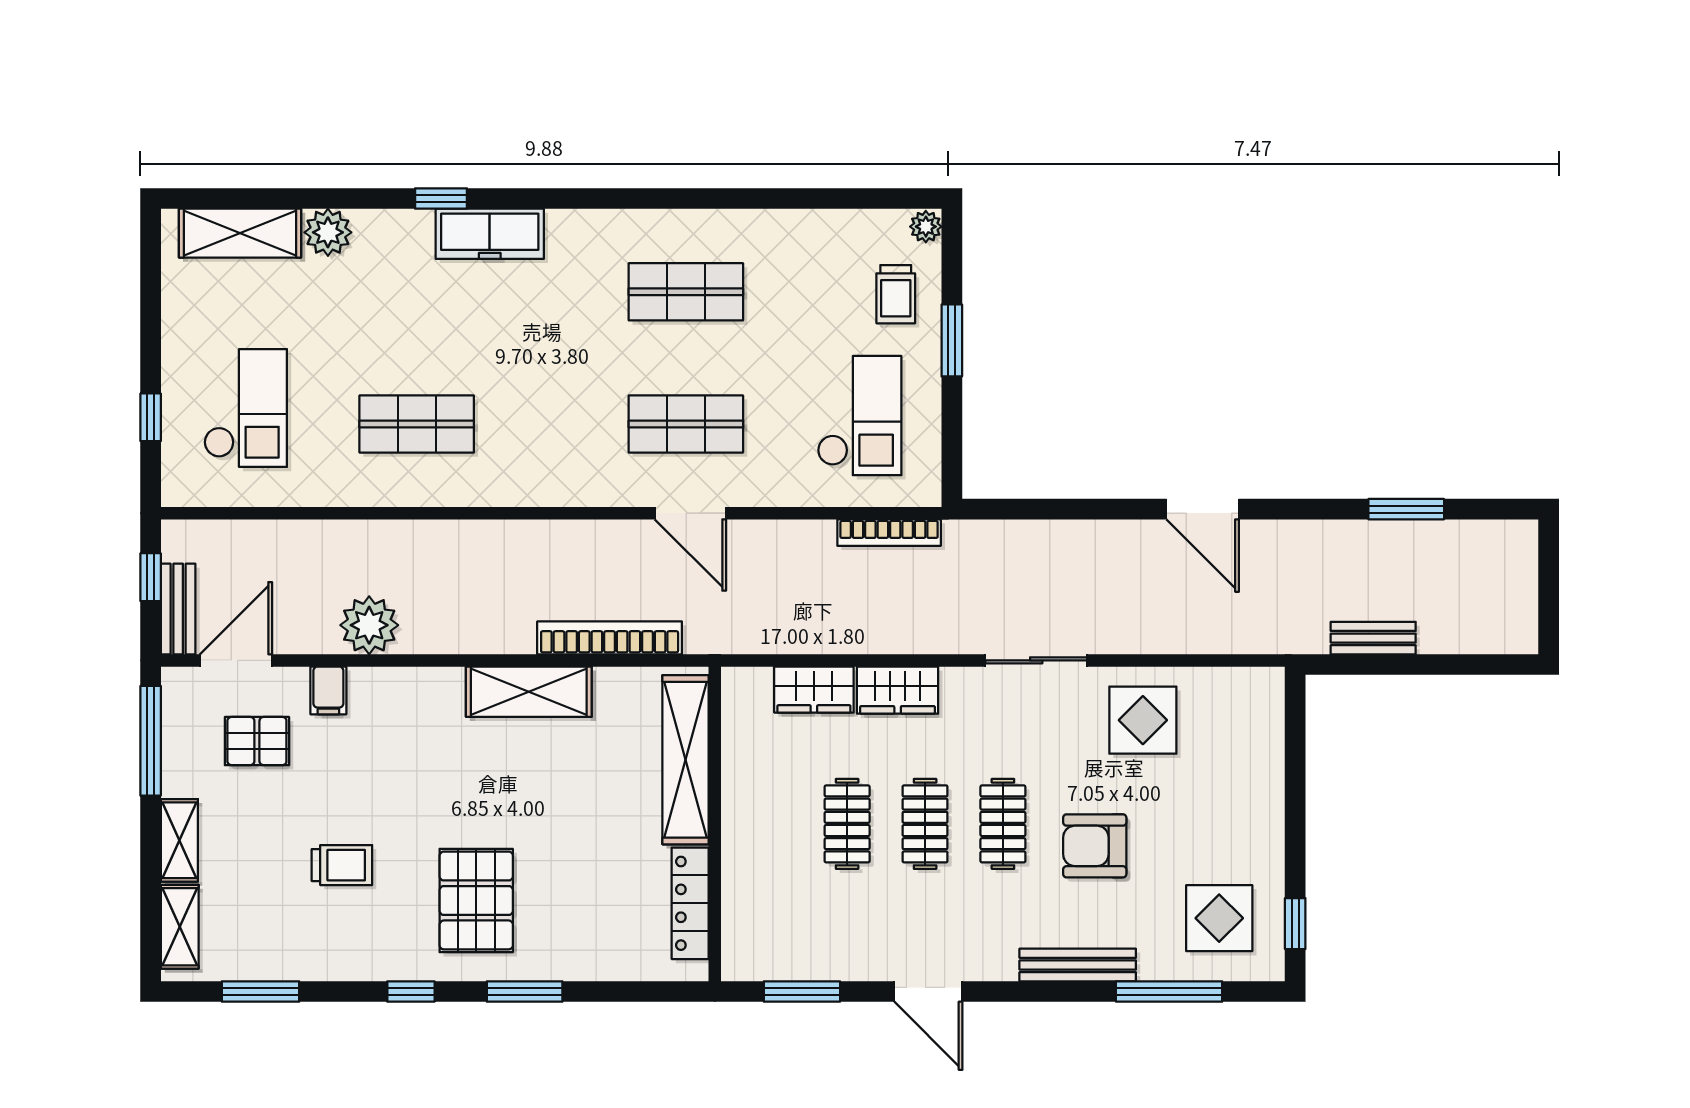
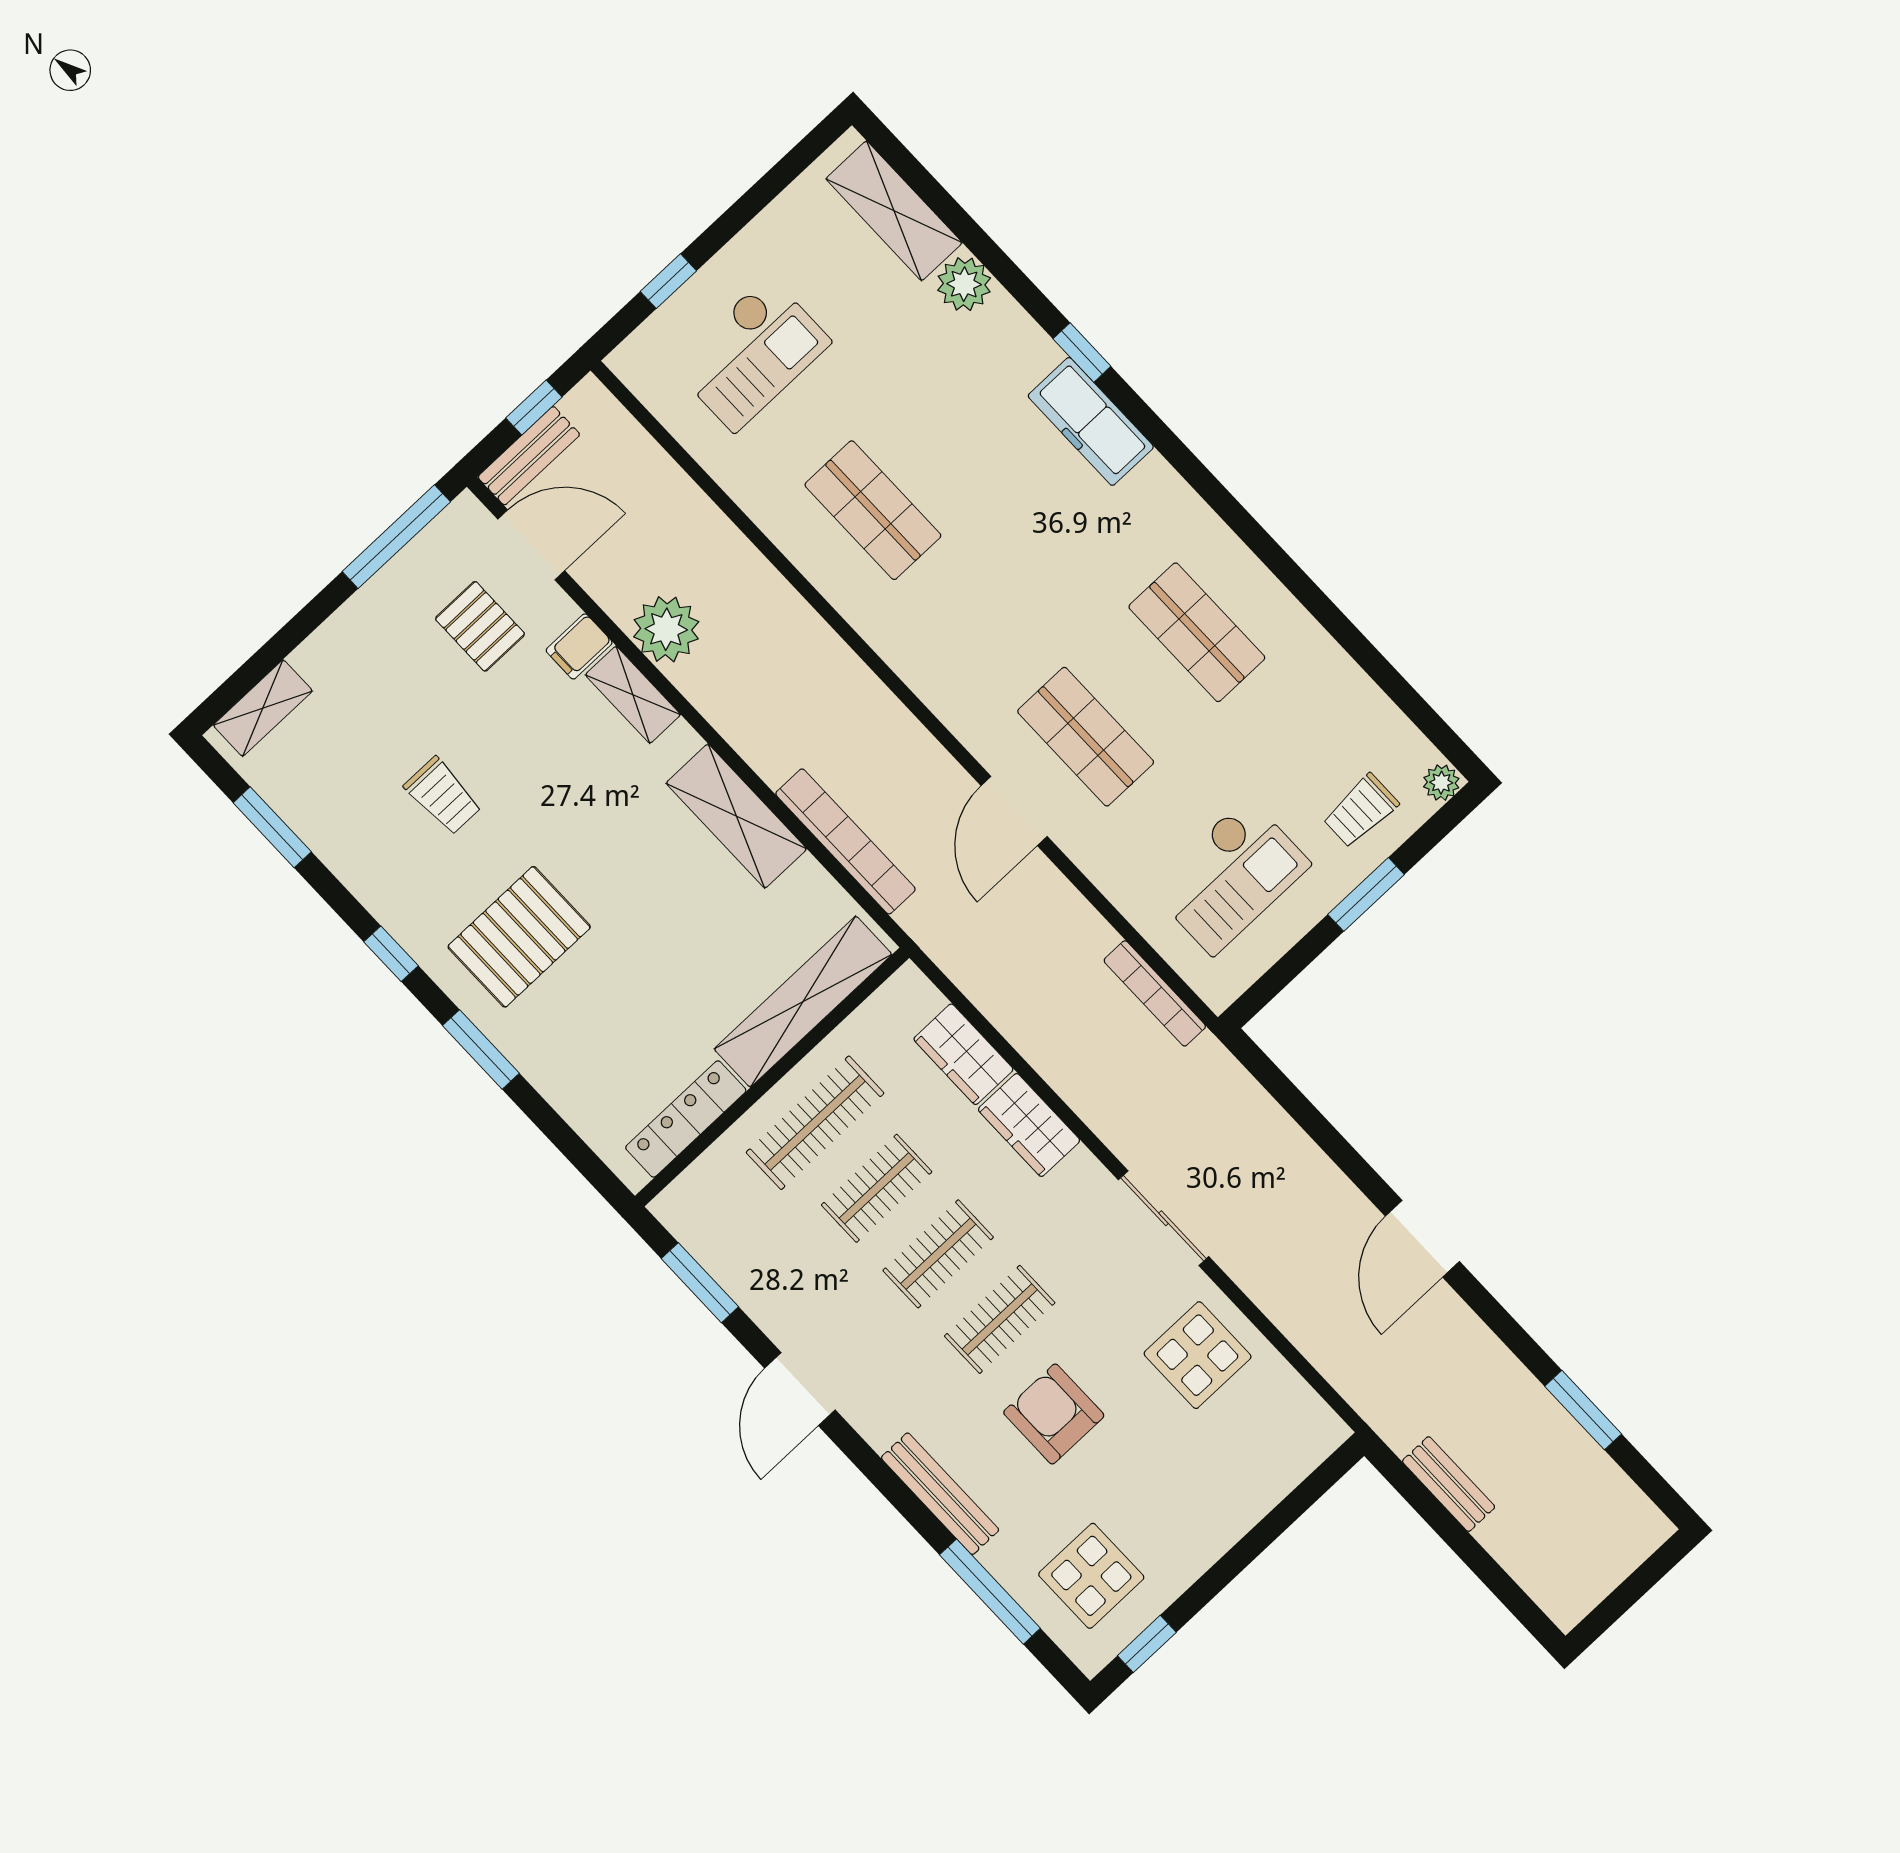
clothes rail: (769, 824) -> (815, 1123), added
shelving: (179, 840) -> (633, 695), moved, turned 90

